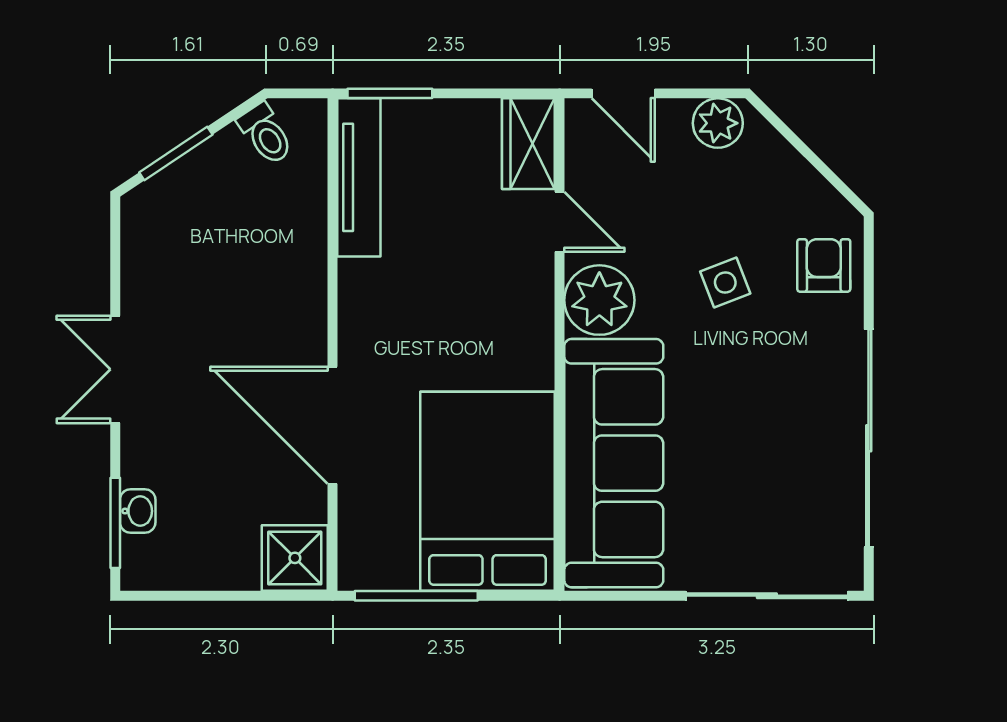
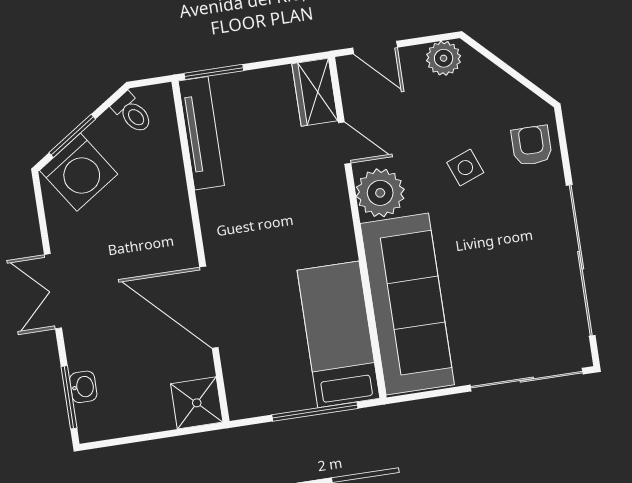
washing machine: (177, 206) -> (79, 172), added
bed: (488, 491) -> (338, 334), width x0.67
window: (416, 596) -> (315, 412), moved

